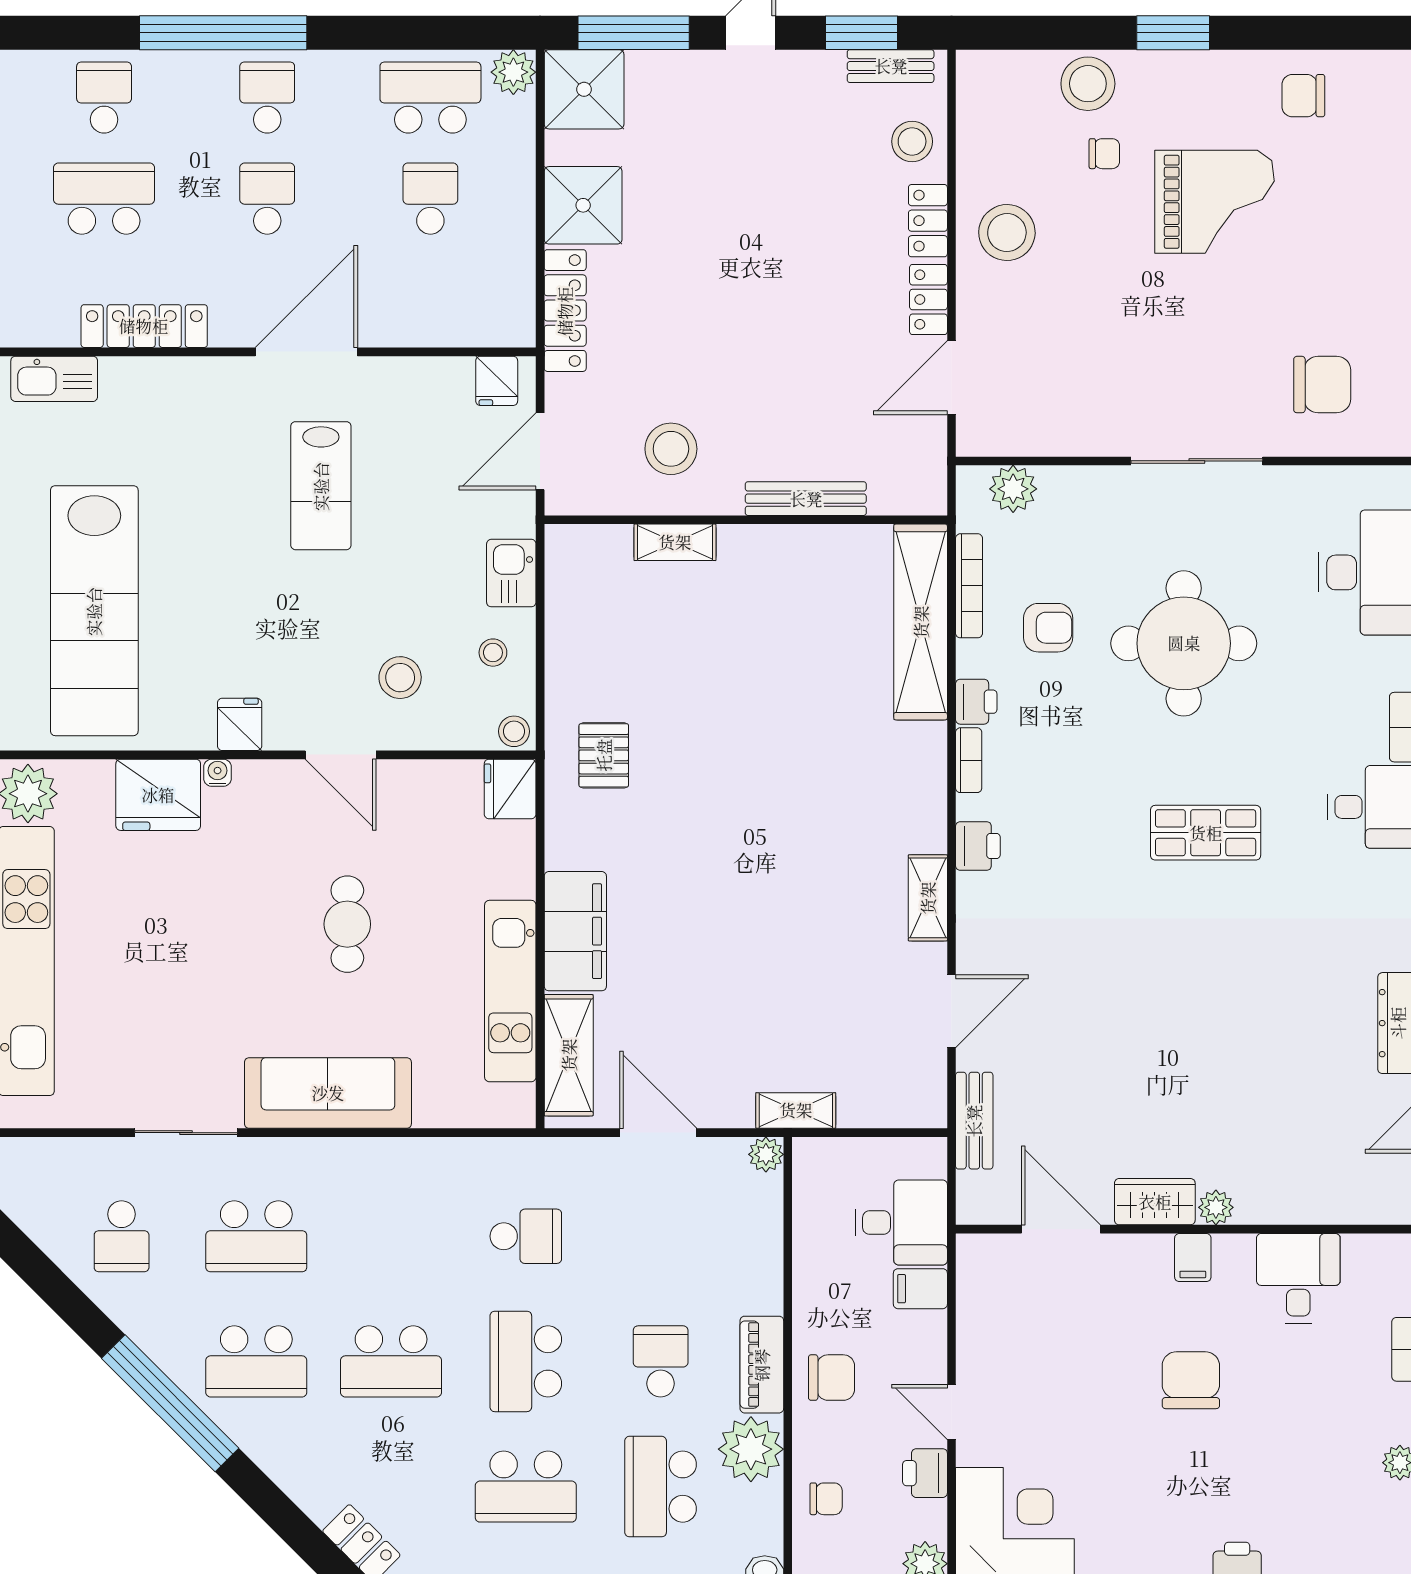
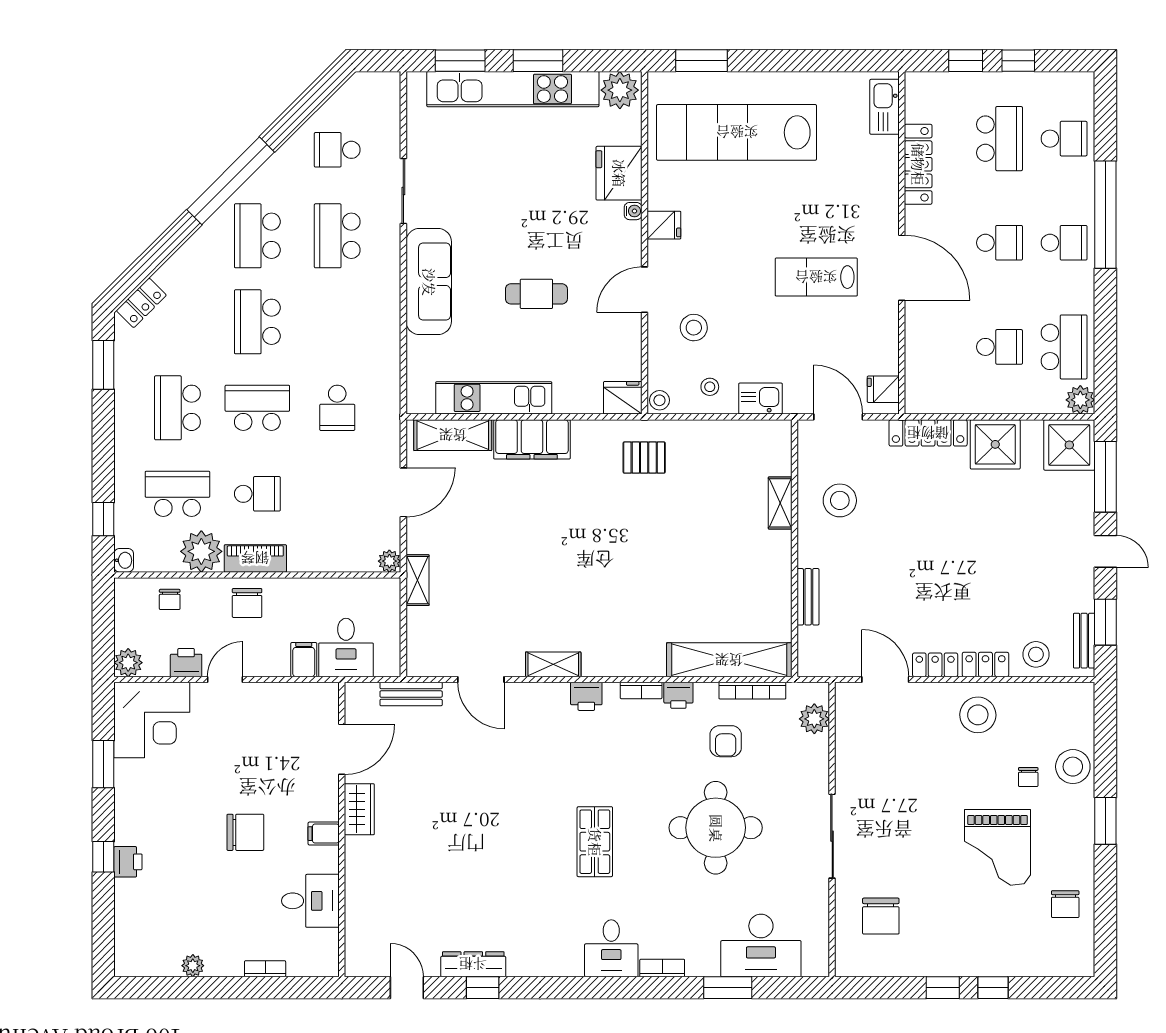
chair: (1303, 96) -> (1065, 904), turned 180
bench: (806, 499) -> (808, 597), width x0.73
plant: (1216, 1207) -> (356, 848), removed

